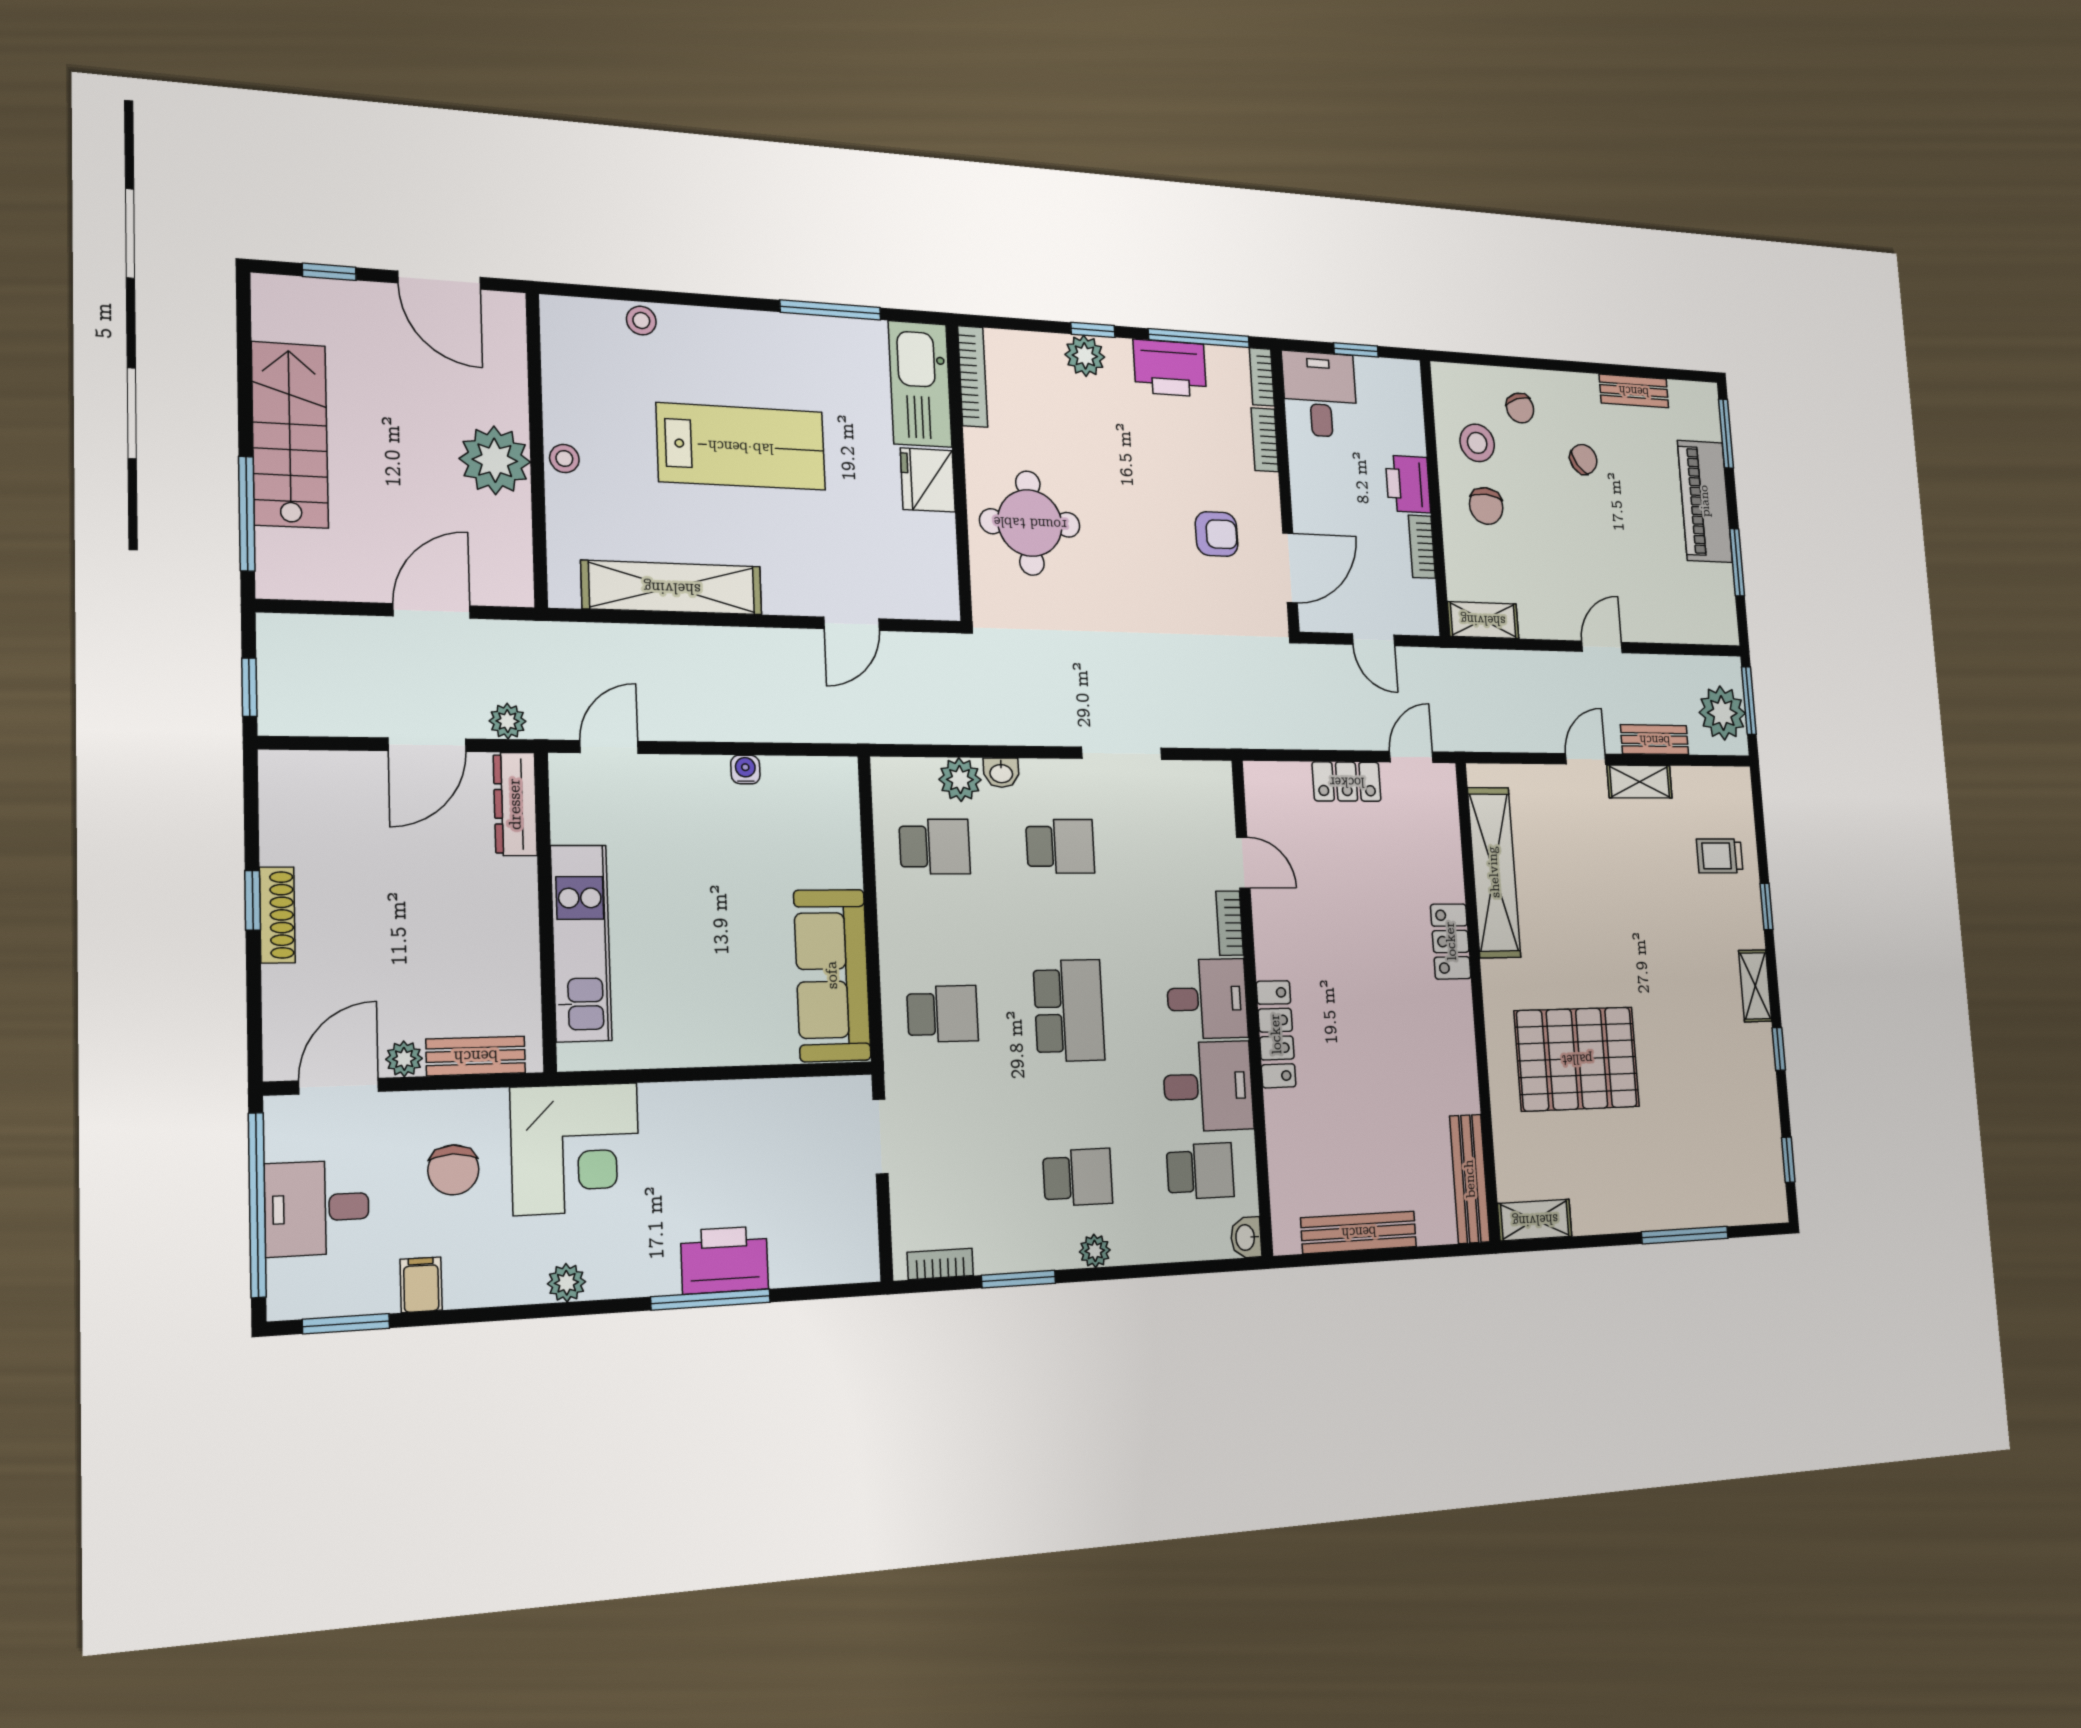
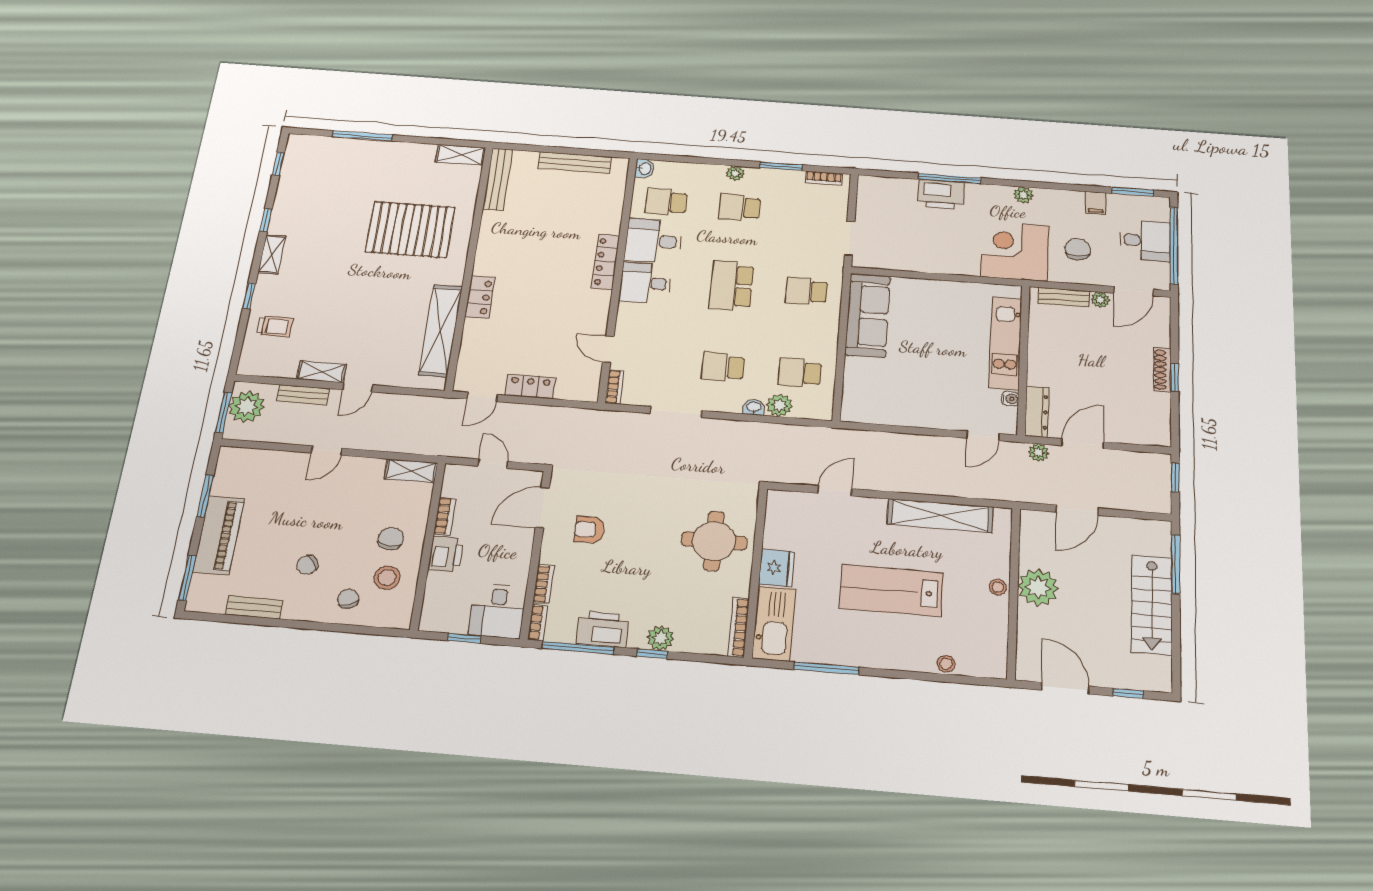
water cooler: (745, 769) -> (1010, 399), moved, turned -90
bookcase: (1230, 923) -> (615, 387), moved

